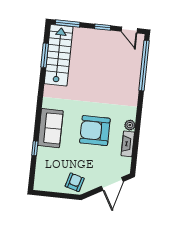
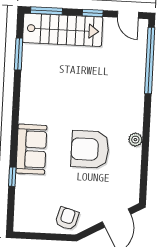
stairs: (59, 55) -> (63, 30), moved, turned 90
fireplace: (128, 144) -> (134, 164), removed

